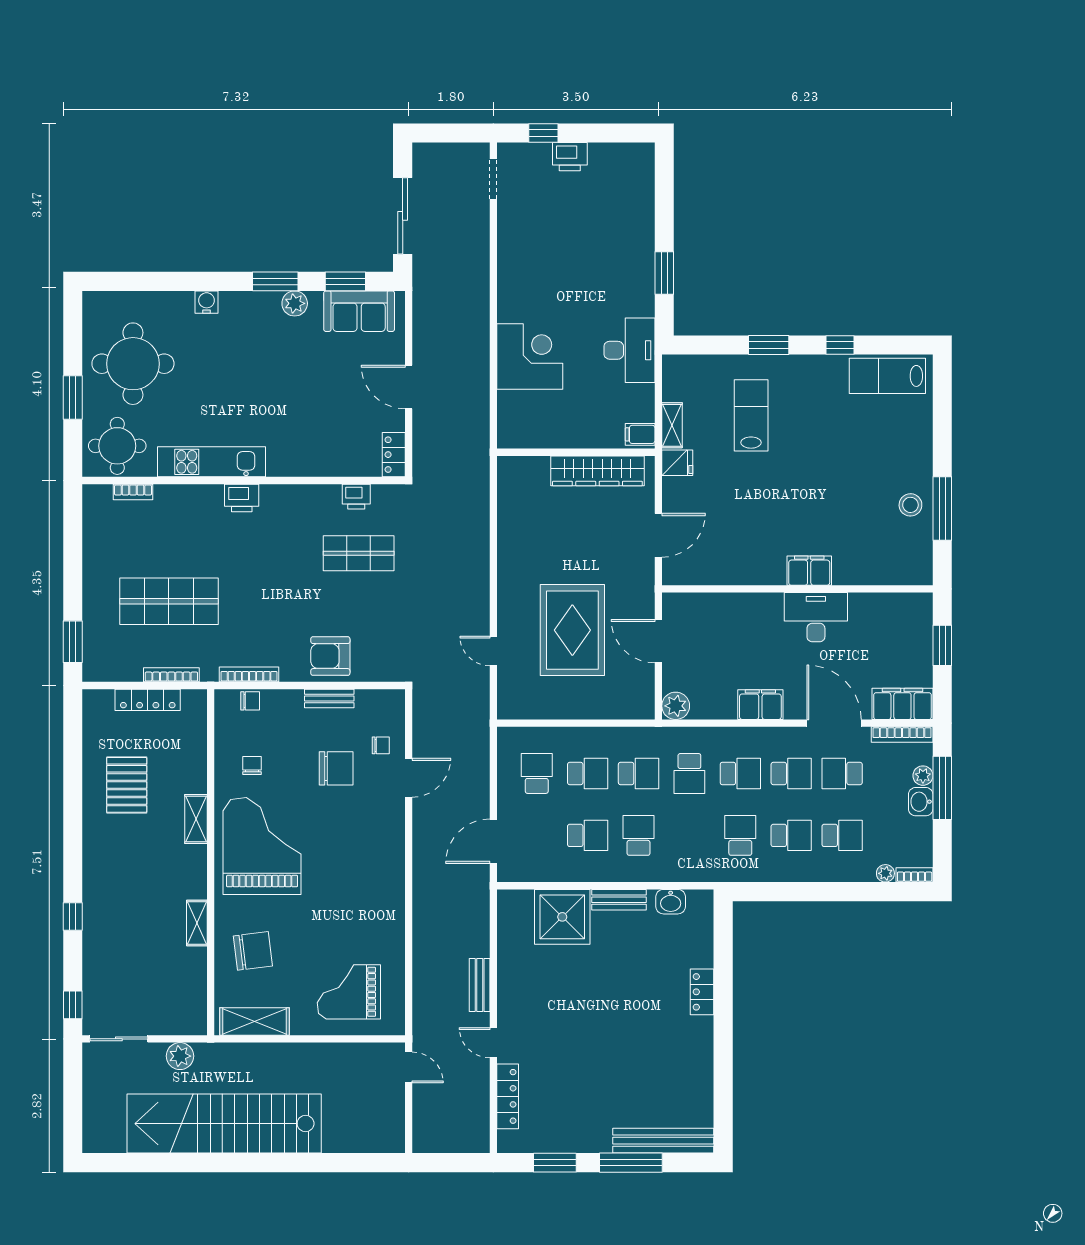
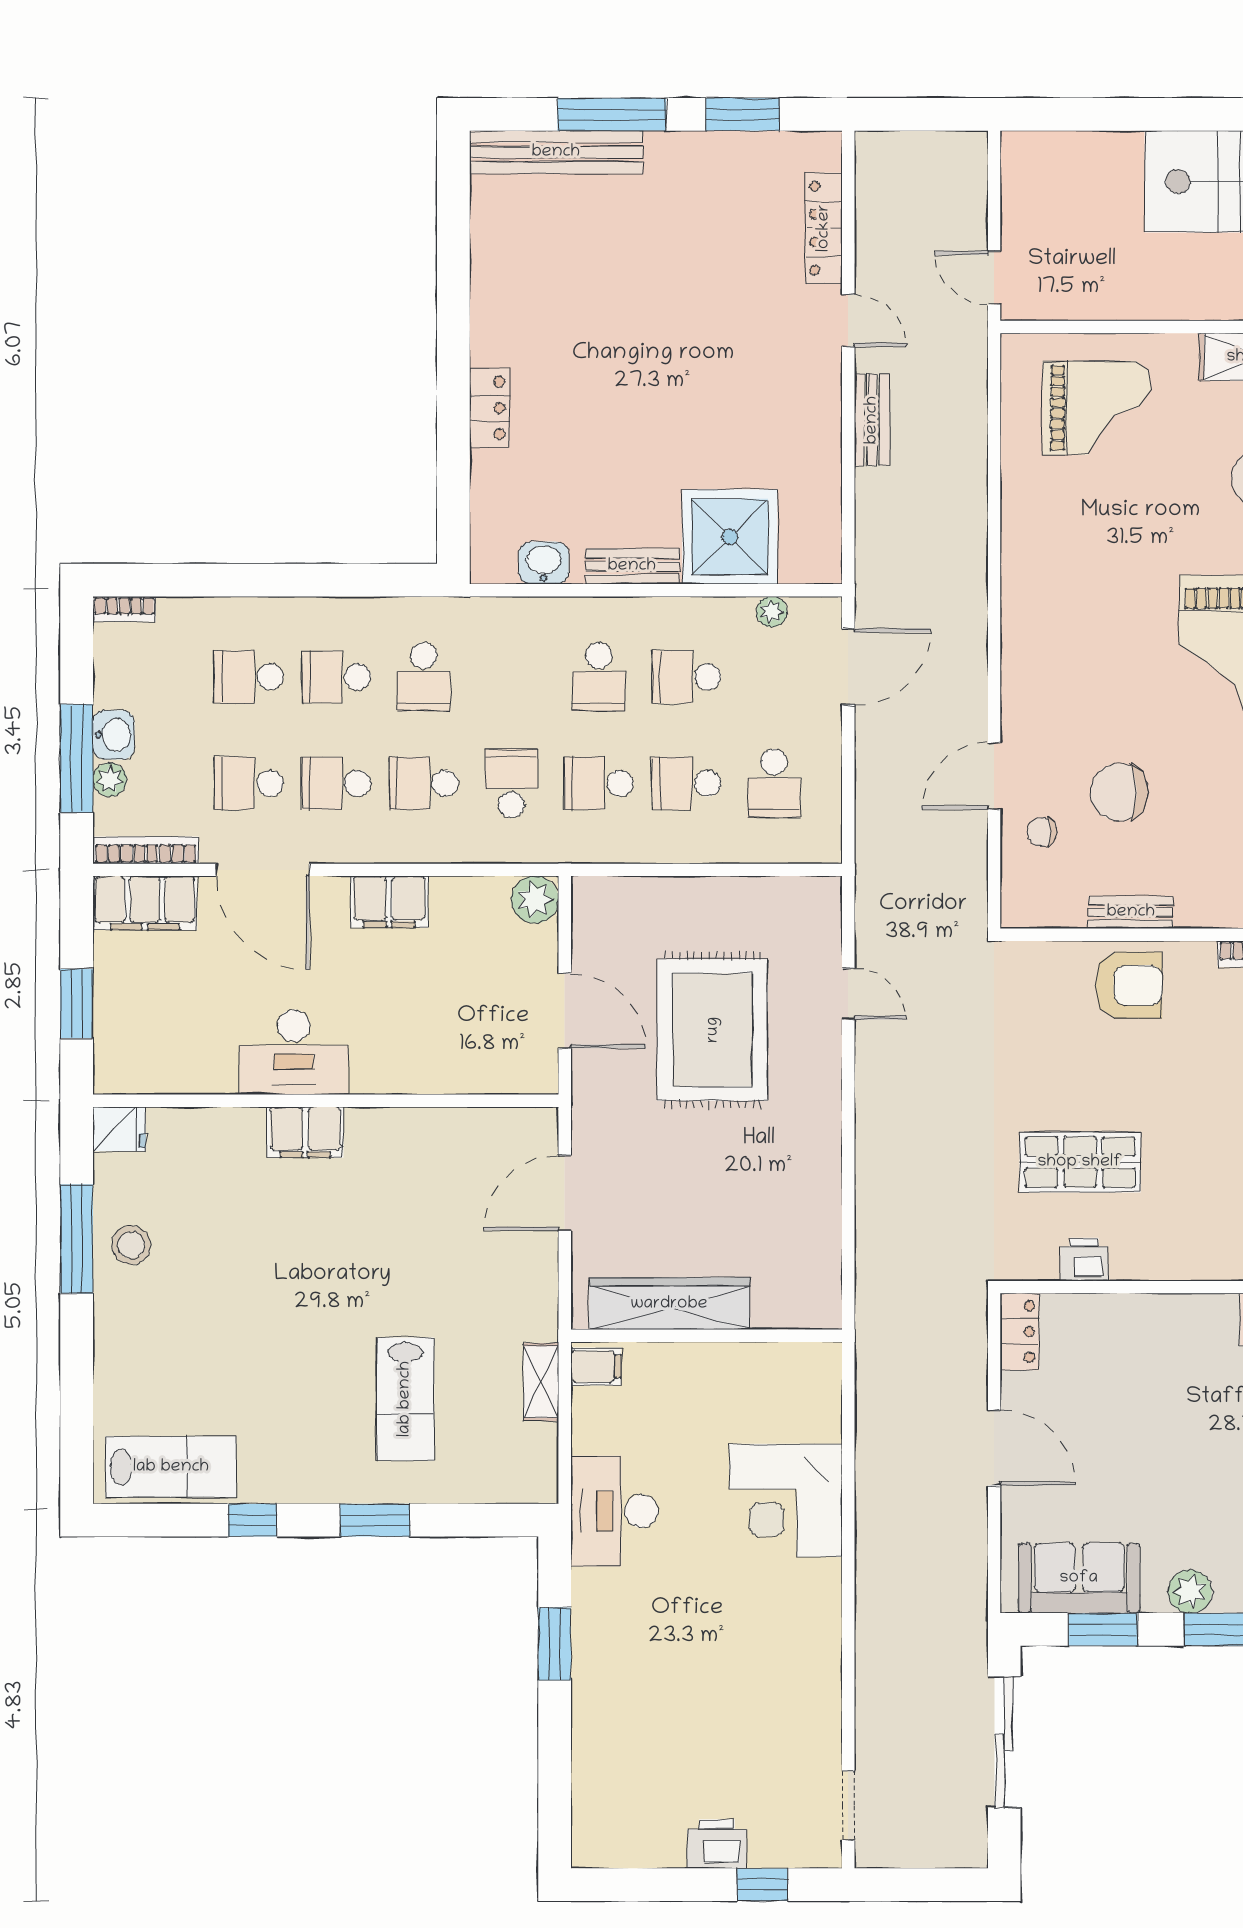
fridge: (677, 463) -> (119, 1129), moved, turned 180
school desk: (842, 773) -> (249, 783), turned 180
plant: (885, 873) -> (772, 612), moved

